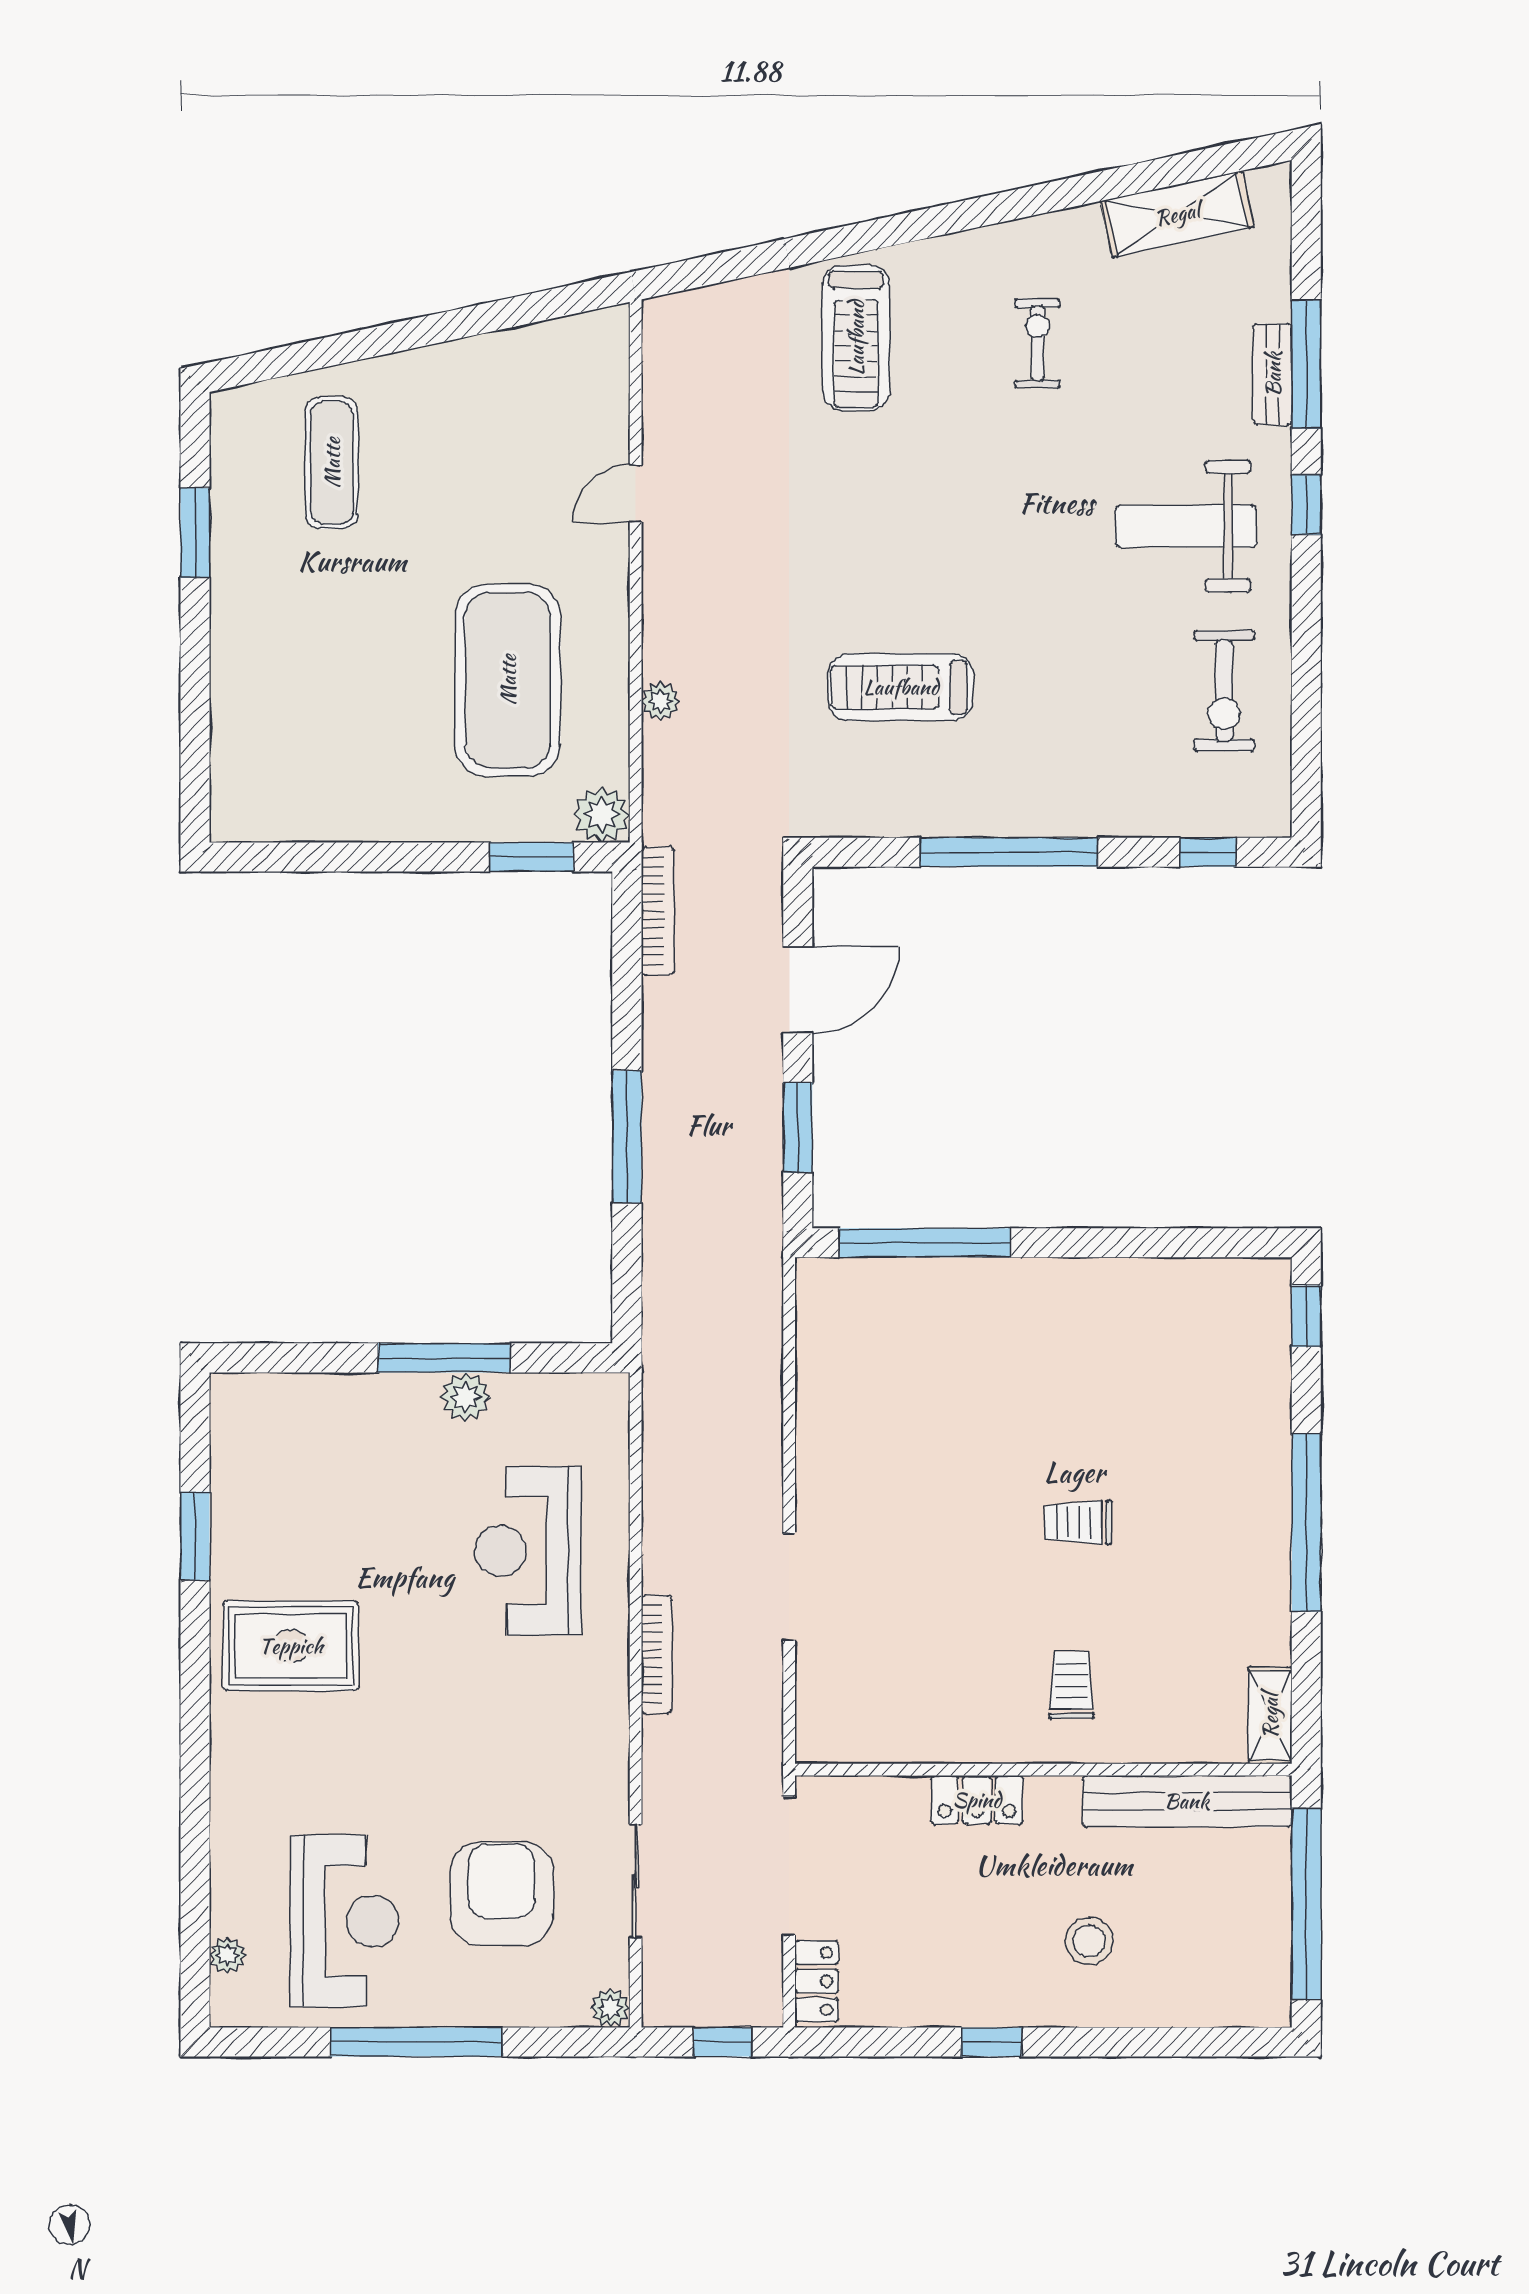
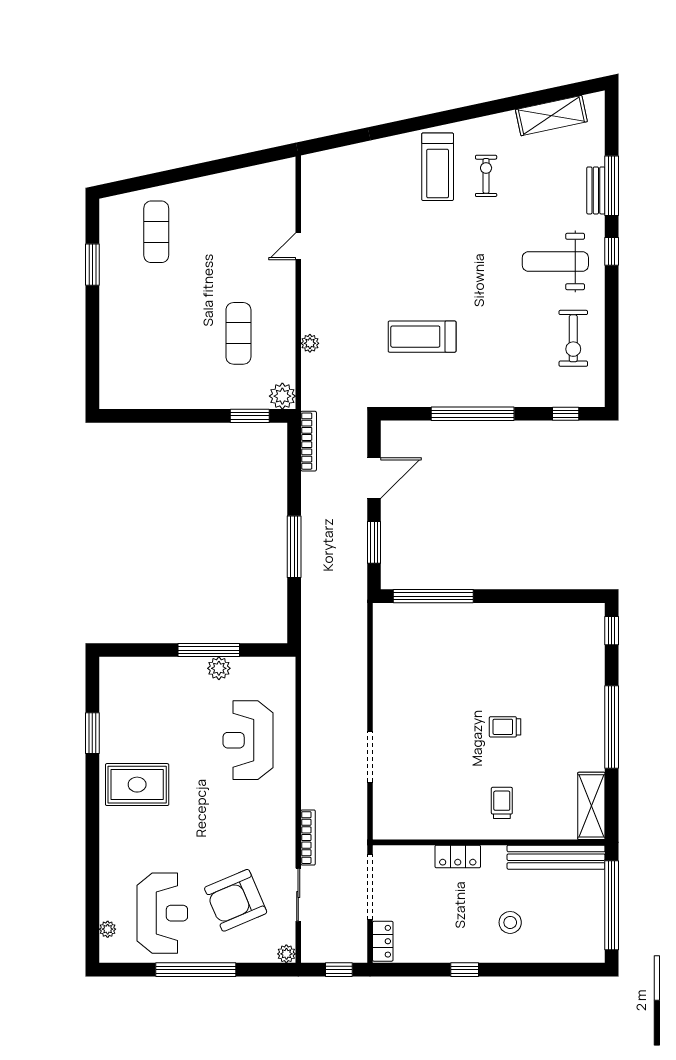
treadmill: (856, 338) -> (438, 167), moved
exercise mat: (508, 680) -> (238, 333), width x0.50, depth x0.69
bookcase: (656, 1654) -> (308, 838), moved
shelving: (1270, 1716) -> (591, 806), width x1.50, depth x1.33
armchair: (502, 1894) -> (236, 900), turned -113

